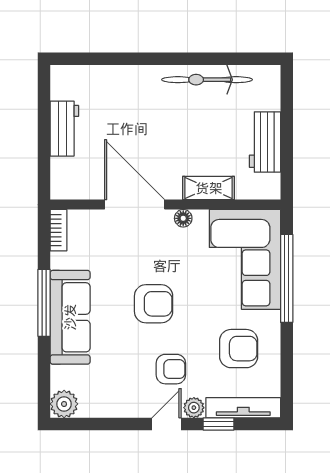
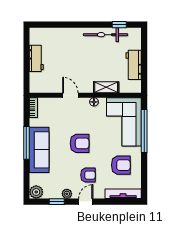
window: (235, 59) -> (119, 25), added
door: (135, 205) -> (70, 95), width x0.53
plant: (194, 408) -> (67, 194), moved
window: (219, 424) -> (57, 202), moved

